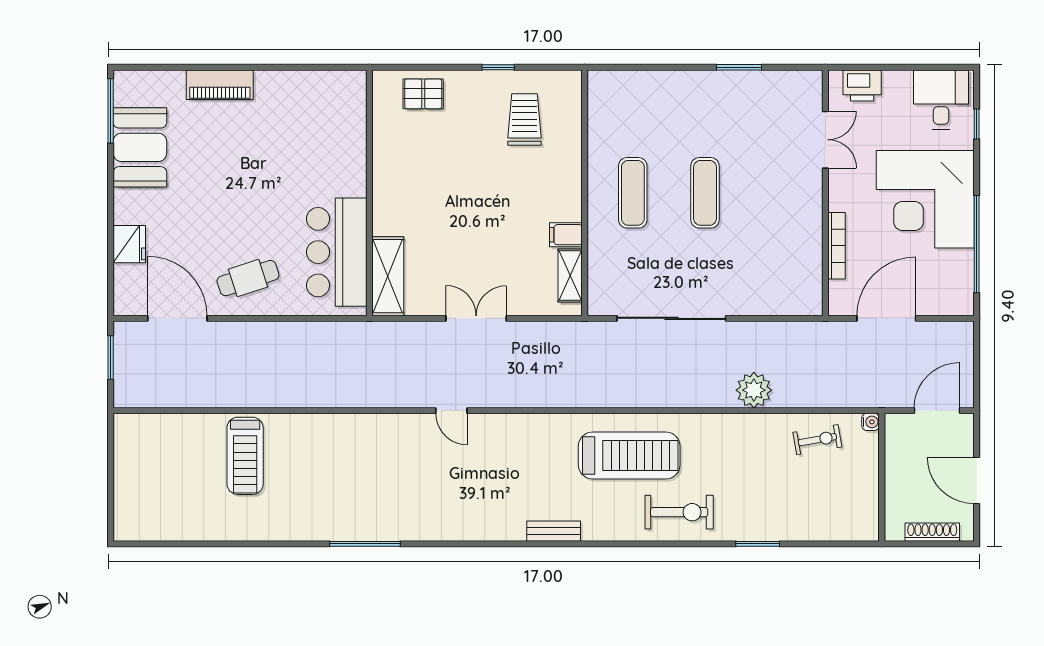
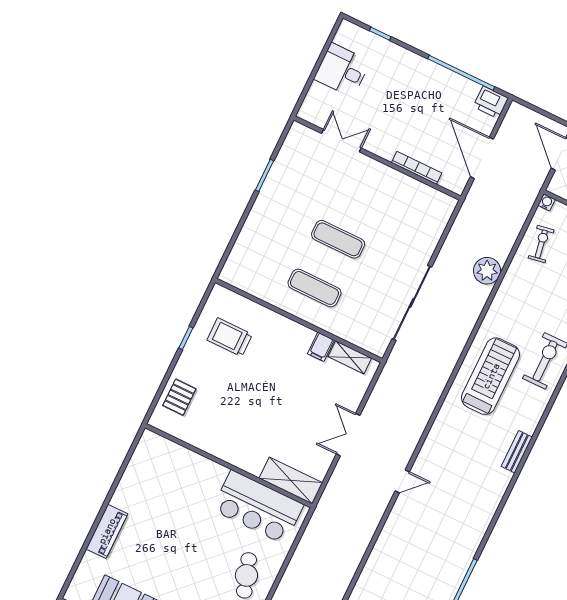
printer: (862, 86) -> (491, 102), moved, turned 90
desk: (941, 99) -> (342, 70), moved
corner desk: (925, 199) -> (414, 93), removed

